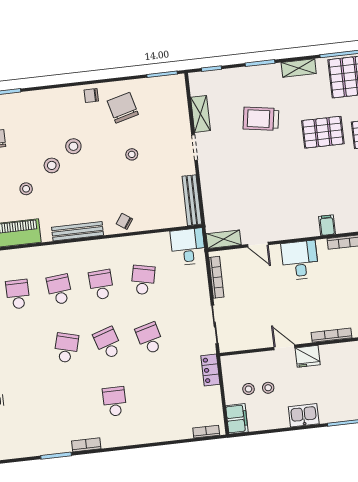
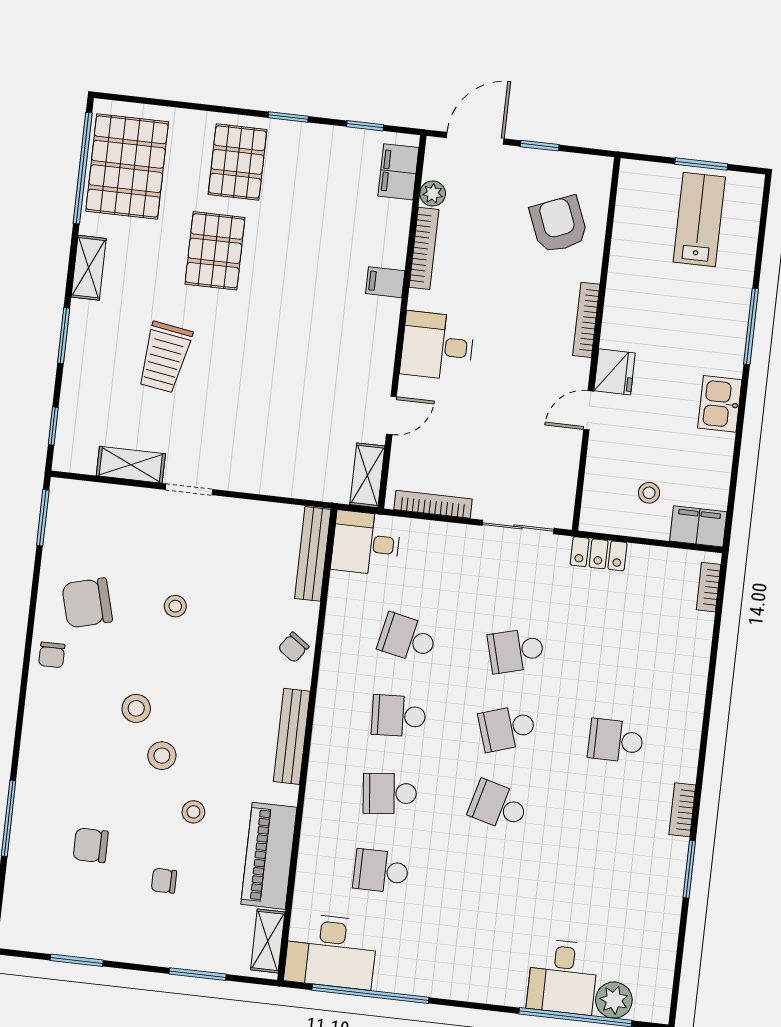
bench: (192, 200) -> (313, 554), moved, turned 90
stool: (268, 388) -> (655, 457), removed

